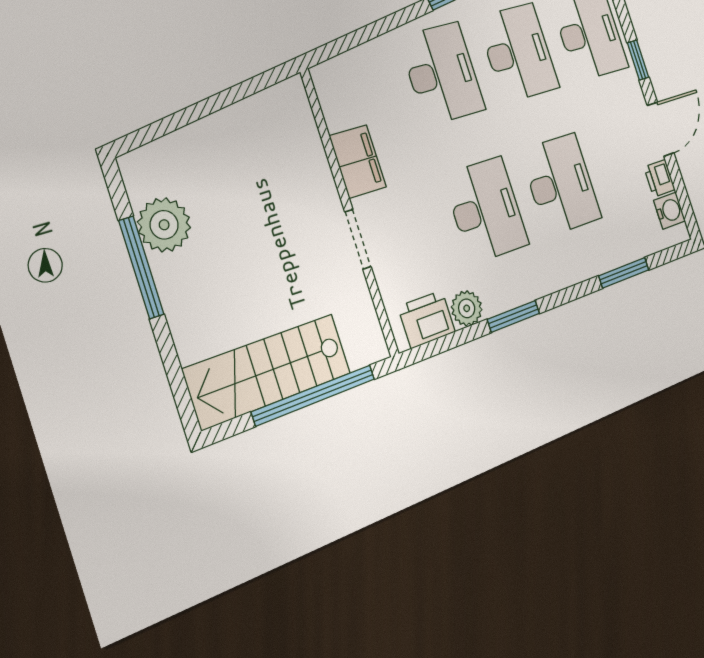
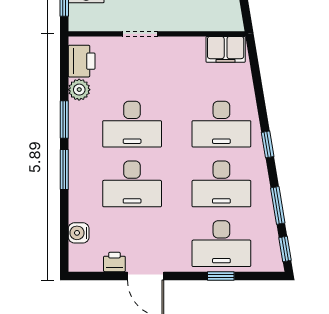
window: (638, 60) -> (221, 276), moved
filing cabinet: (358, 162) -> (226, 49), moved
water cooler: (669, 211) -> (79, 233), moved, turned 90
window: (624, 273) -> (64, 170), moved

